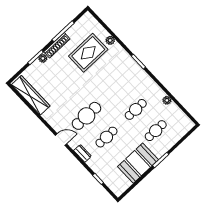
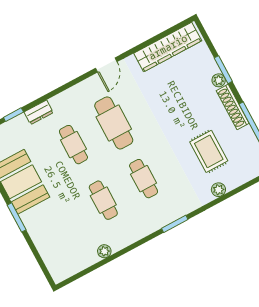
rug: (88, 53) -> (209, 151), width x0.73, depth x0.70
cafe table: (156, 131) -> (144, 179), moved
door: (61, 140) -> (106, 65), moved
dresser: (82, 153) -> (39, 112), moved

